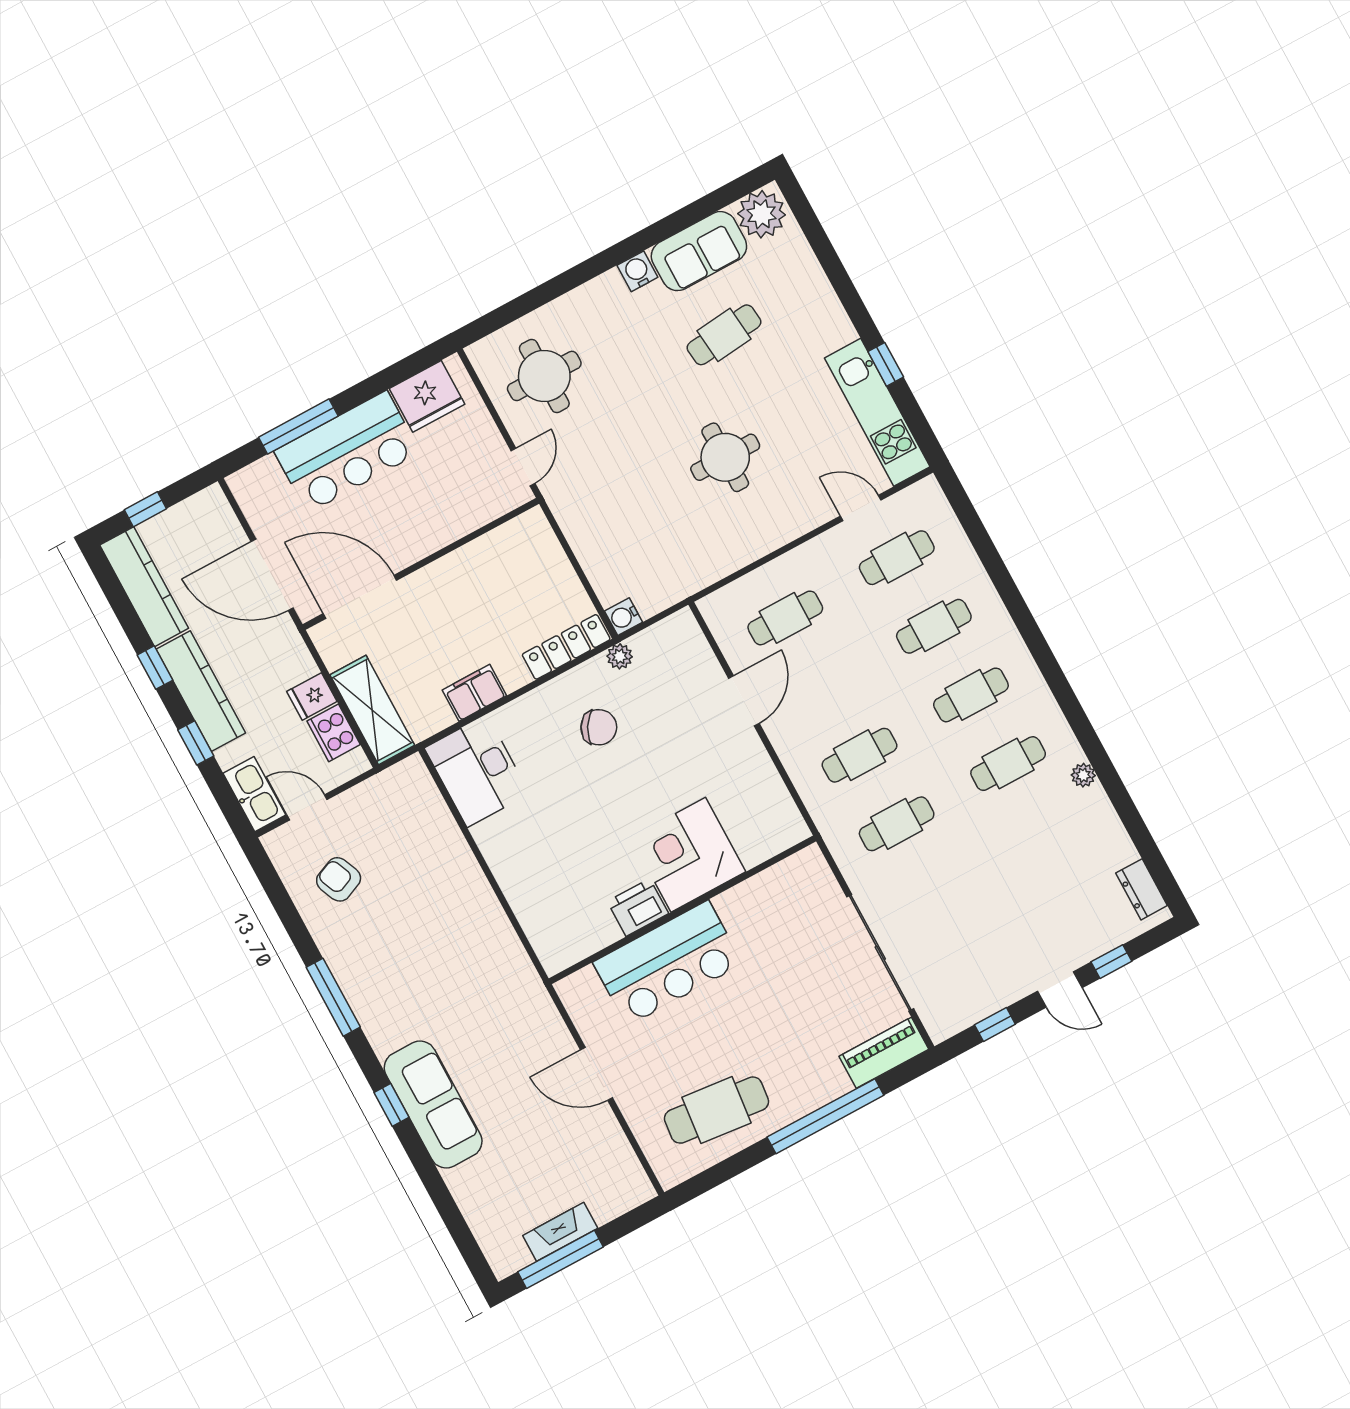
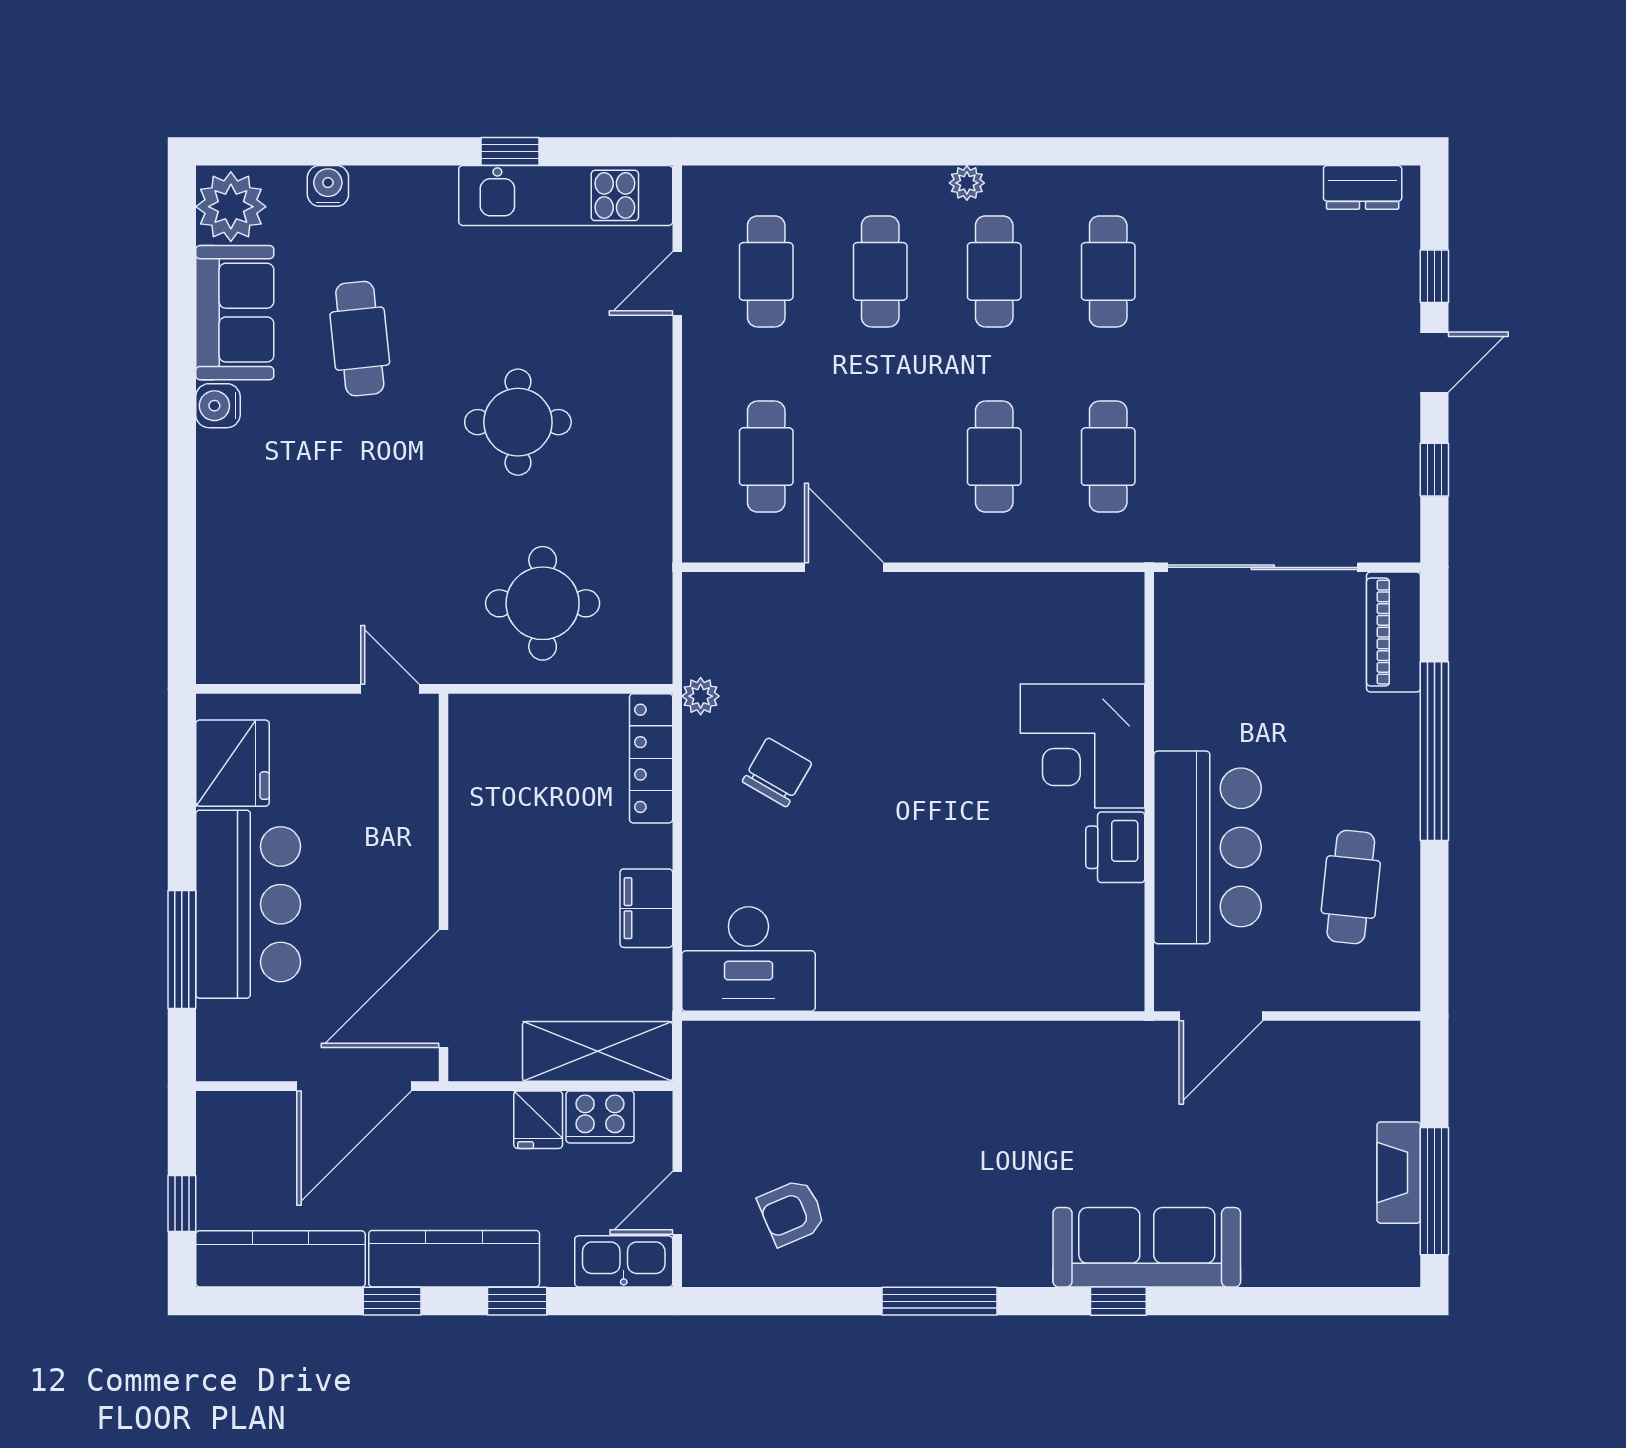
round table: (544, 376) -> (543, 603), moved
water cooler: (623, 617) -> (328, 186), moved, turned 180
plant: (1083, 775) -> (967, 183), moved
corner desk: (688, 855) -> (1083, 746), moved
printer: (638, 907) -> (1115, 847), moved
wall: (682, 910) -> (1149, 792), moved
bar counter: (668, 963) -> (1208, 847), moved
cafe table: (716, 1110) -> (1351, 887), width x0.73, depth x0.74

